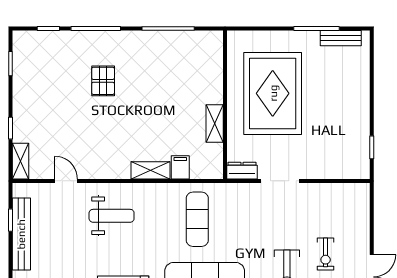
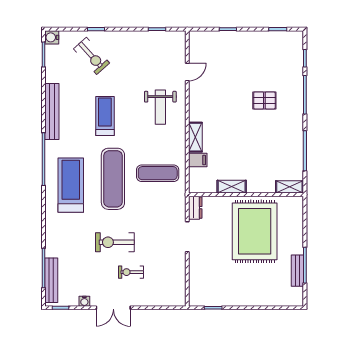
bench: (341, 38) -> (297, 271), moved
rug: (273, 93) -> (255, 231), turned 90
shelving: (20, 161) -> (289, 187), moved
bench: (21, 234) -> (146, 38), removed

